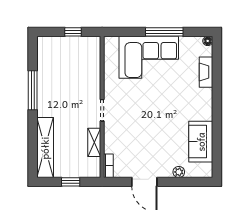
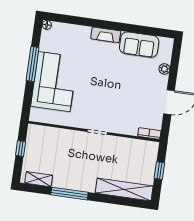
fireplace: (206, 72) -> (106, 35), moved
shelving: (94, 142) -> (39, 179), moved

